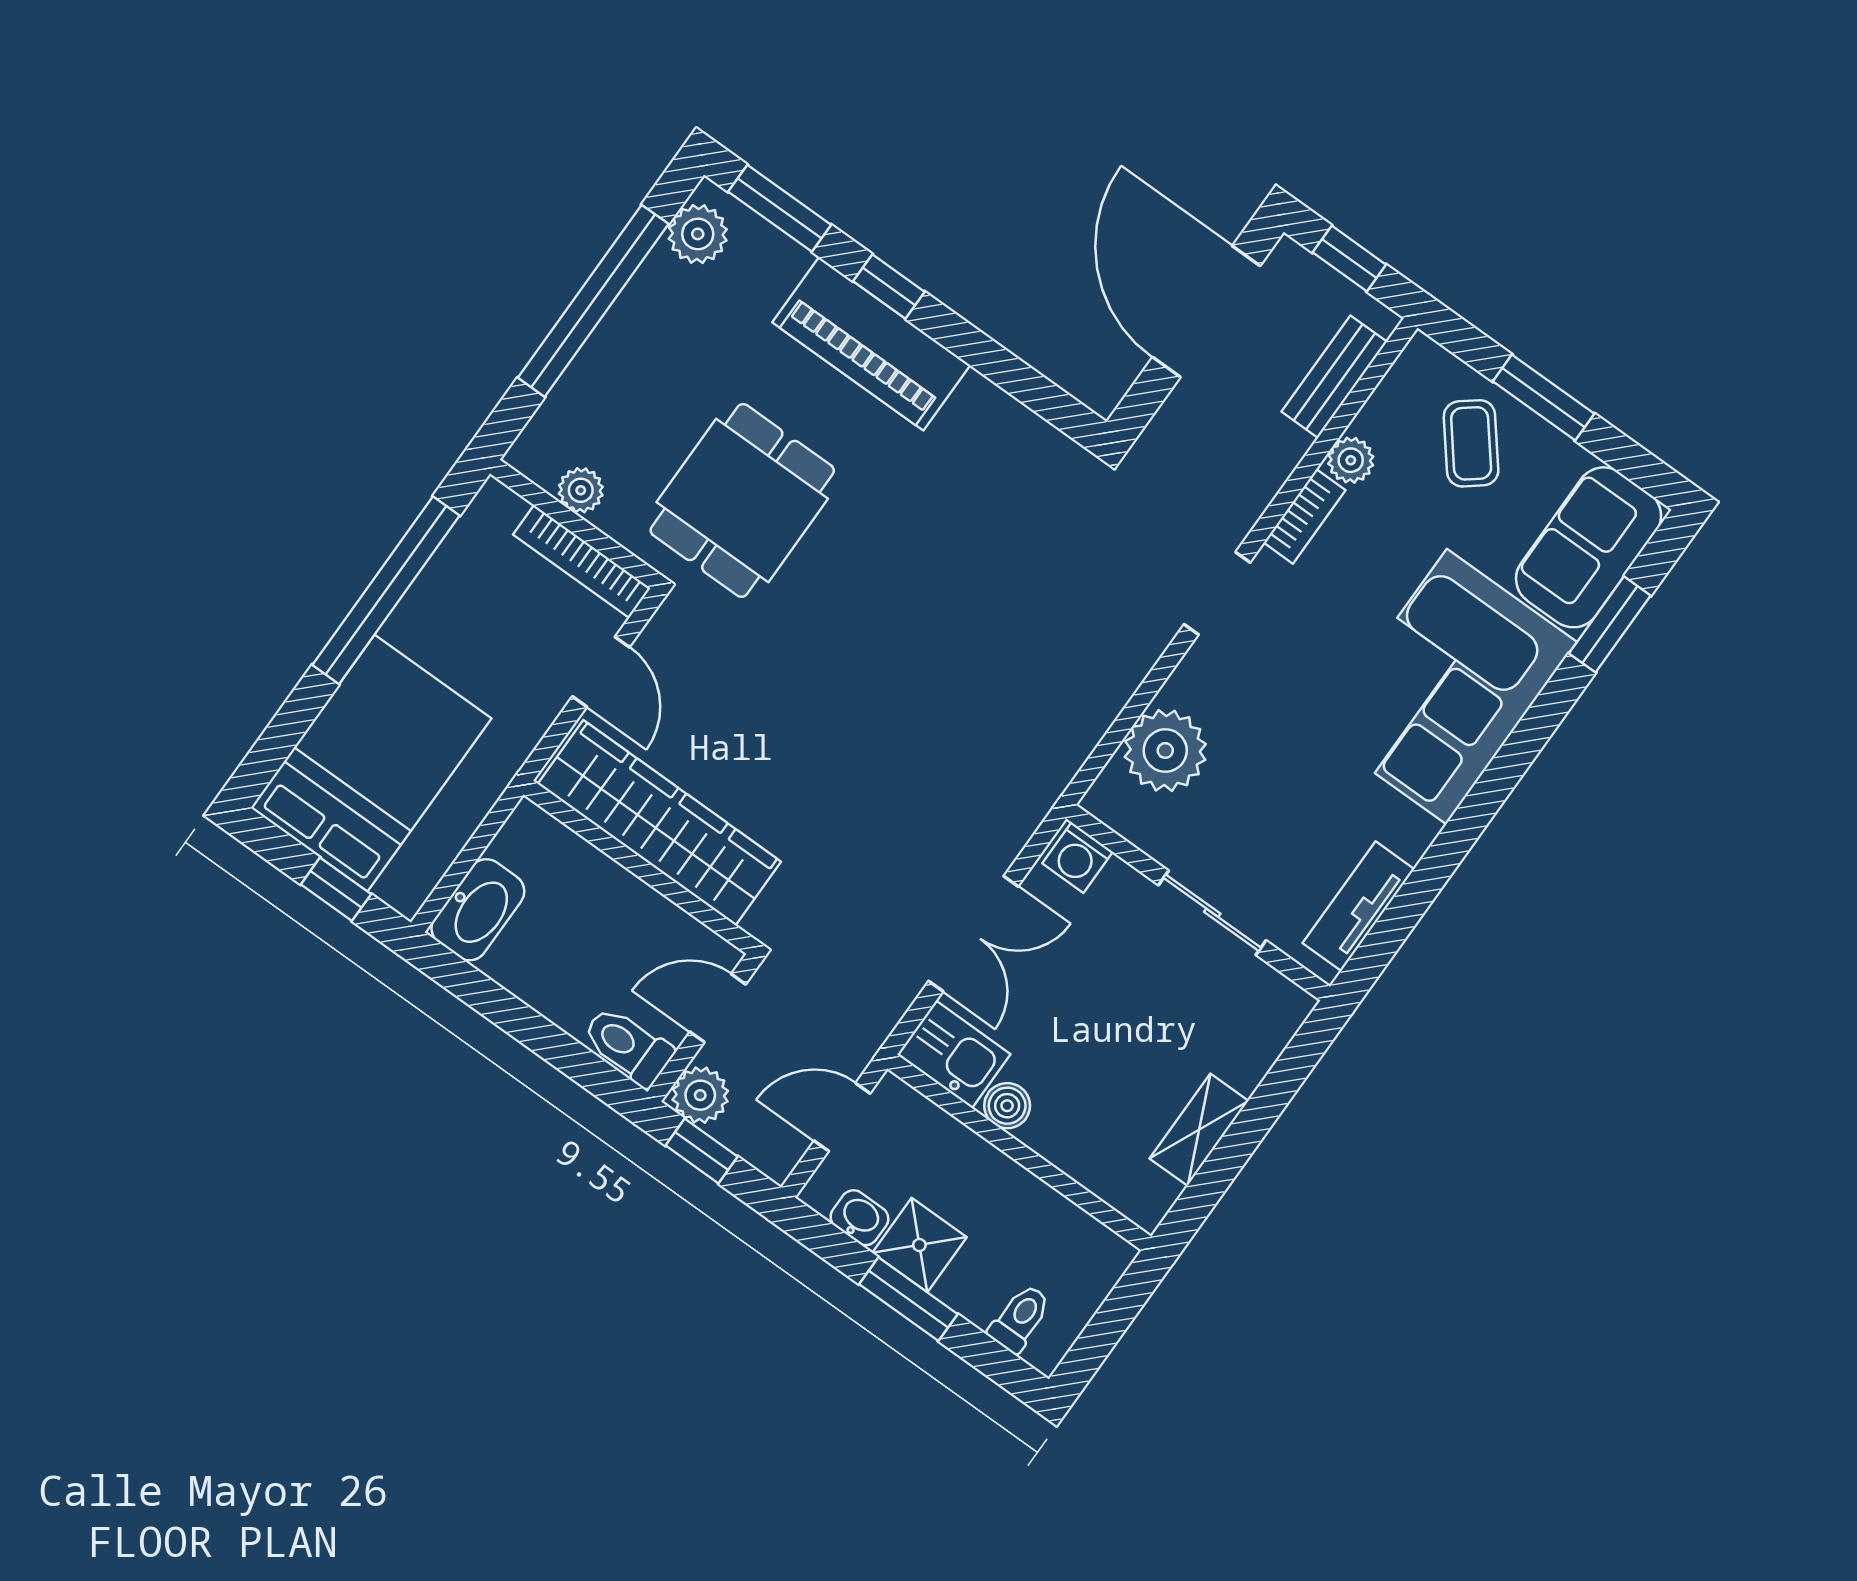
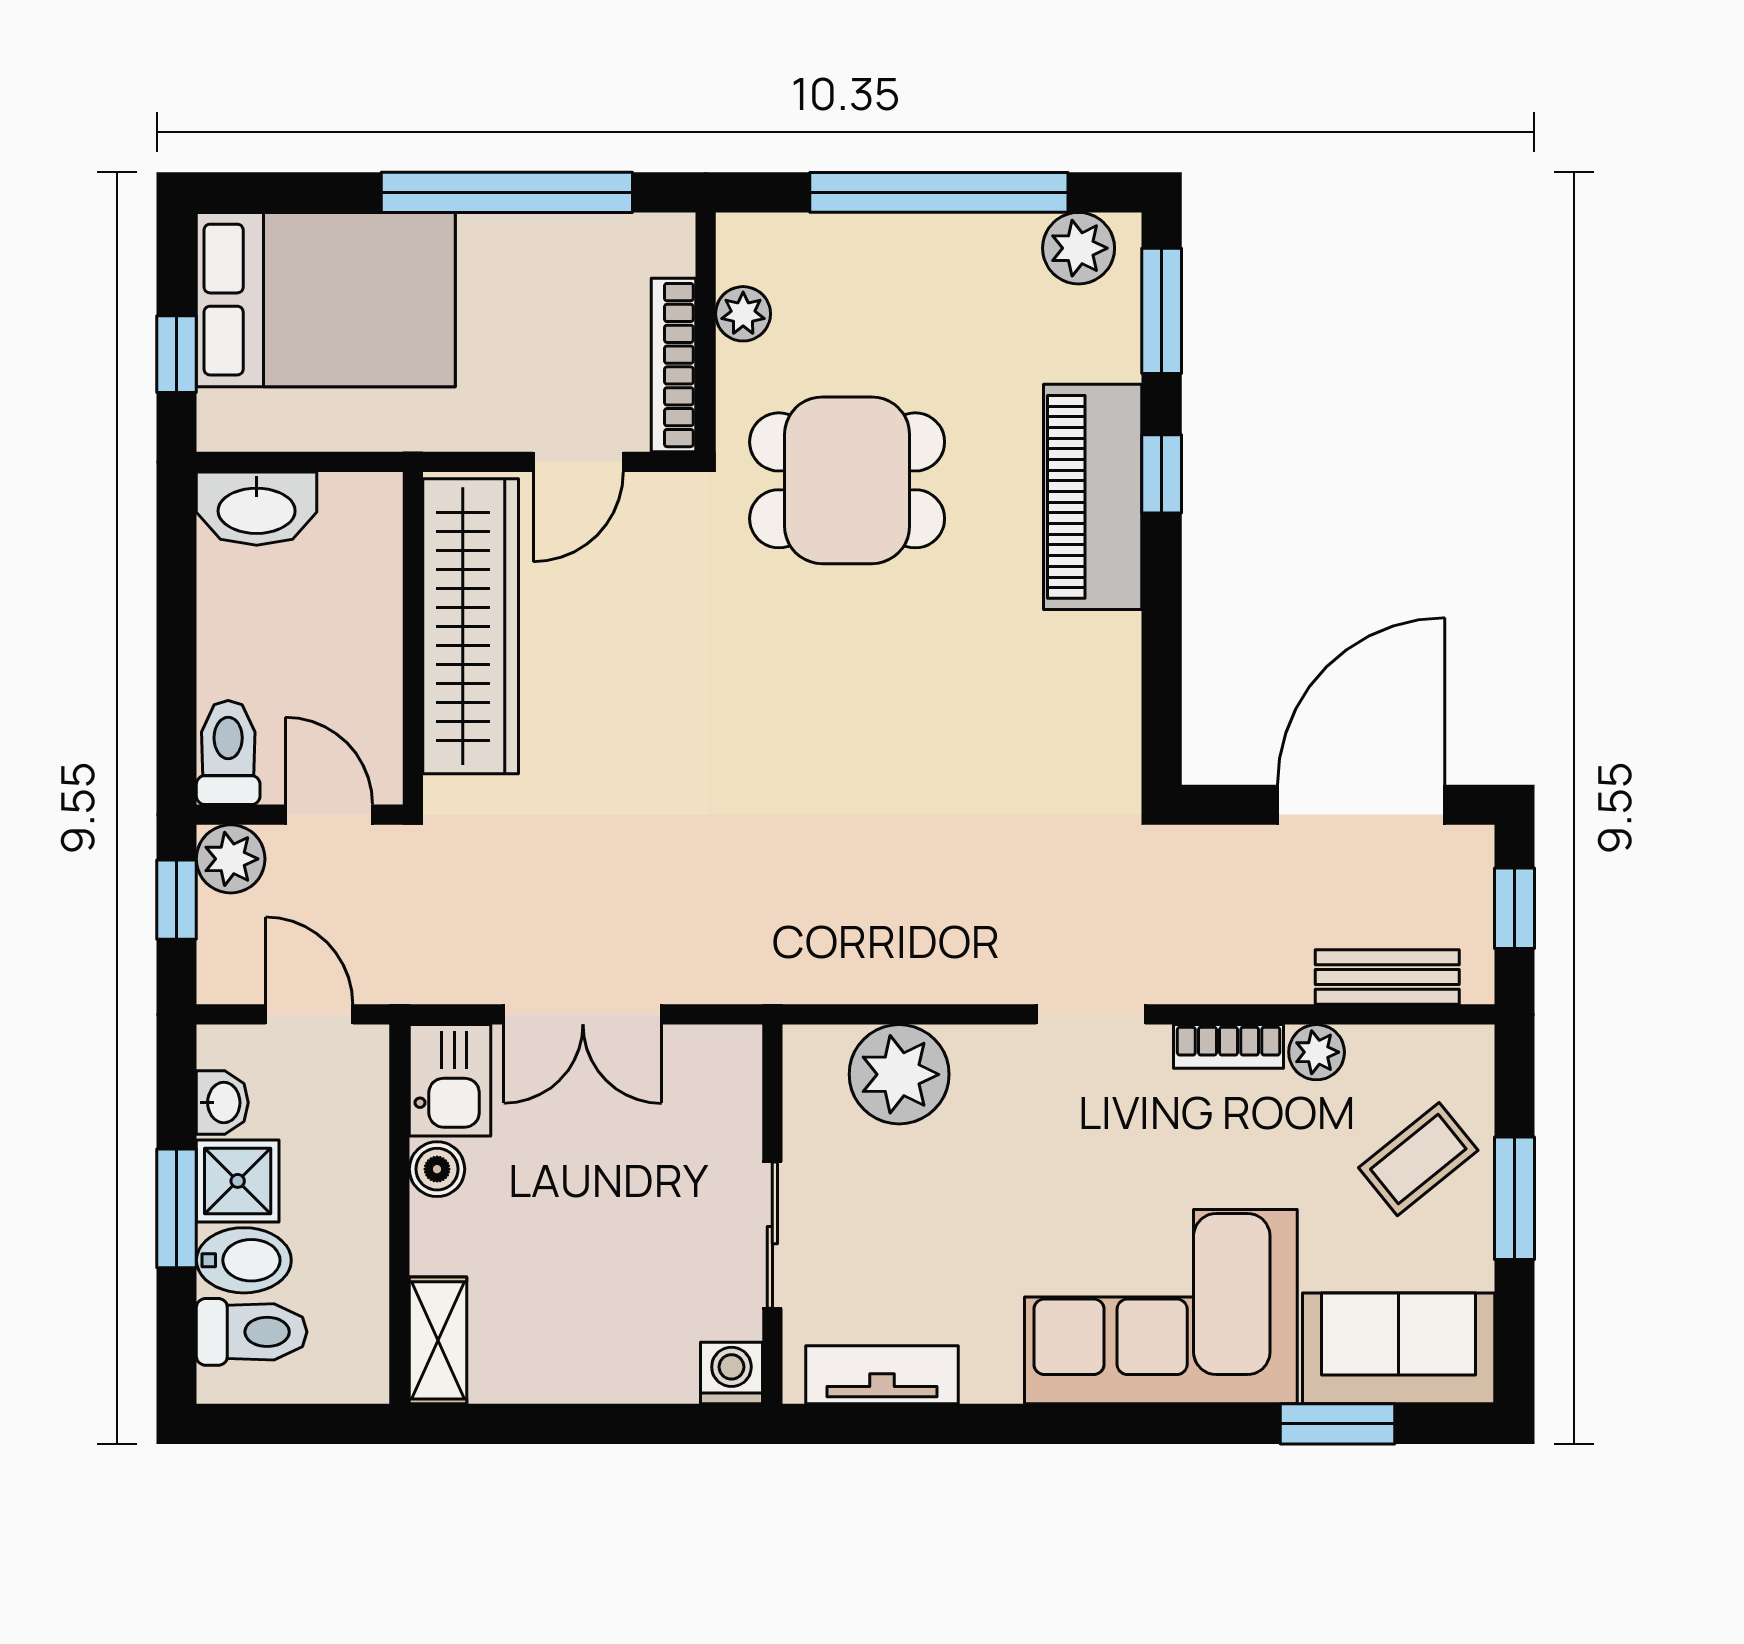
washing machine: (1078, 858) -> (731, 1373), moved, turned 90
shelving: (1199, 1130) -> (438, 1340), moved, turned 90
bidet: (976, 1279) -> (244, 1260), added
toilet: (1020, 1318) -> (252, 1332), width x1.37, depth x1.39

